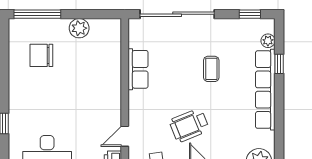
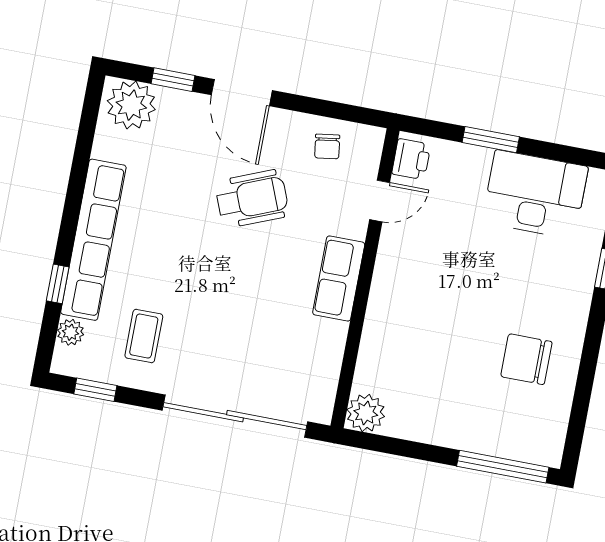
plant: (79, 28) -> (366, 413), moved
chair: (41, 55) -> (526, 359), moved, turned 180
row of seats: (138, 69) -> (339, 279), moved
coffee table: (211, 69) -> (144, 336), moved

